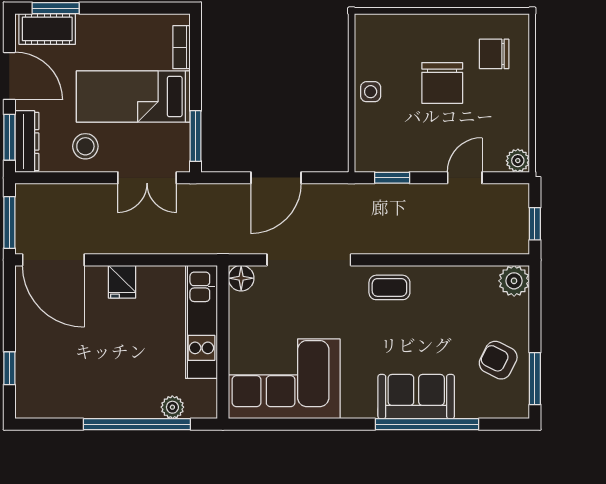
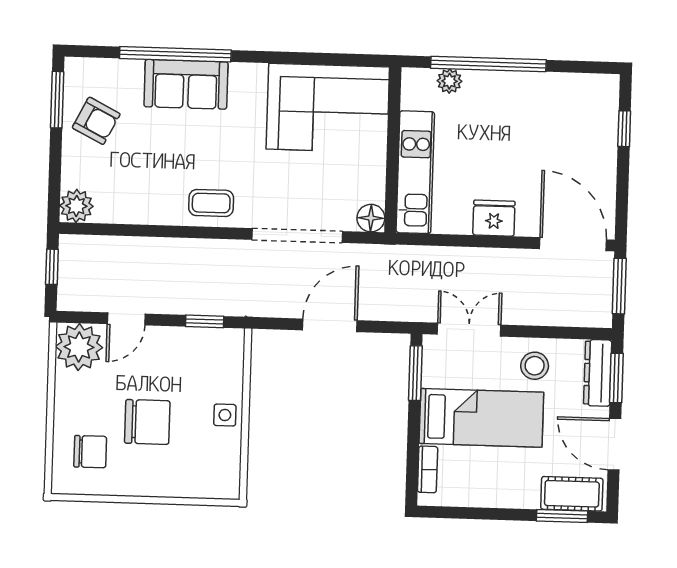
chair: (442, 83) -> (147, 422), turned 90
plant: (518, 161) -> (79, 347), width x1.88, depth x1.88
fridge: (122, 282) -> (494, 218), width x1.38

